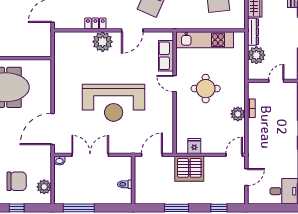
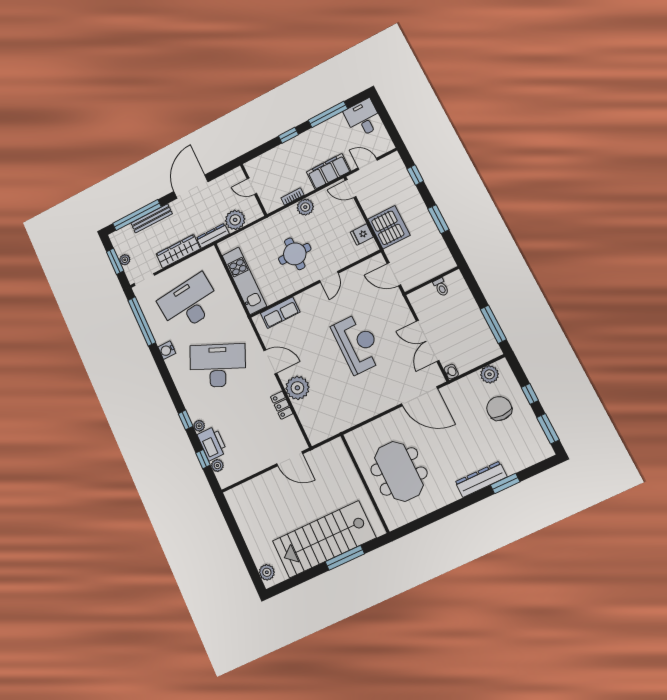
door: (175, 84) -> (329, 277), moved
reception desk: (114, 103) -> (357, 344), width x0.74, depth x0.77
filing cabinet: (256, 145) -> (329, 171), added

